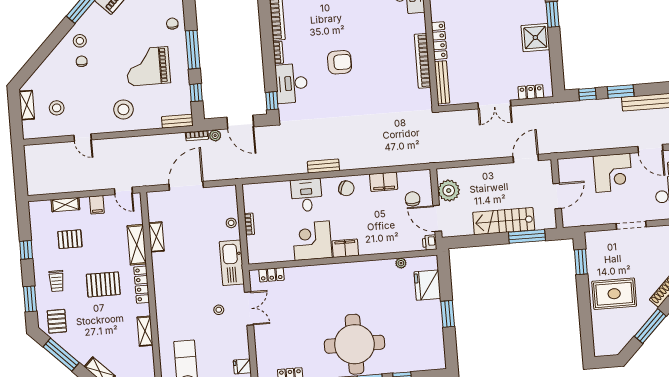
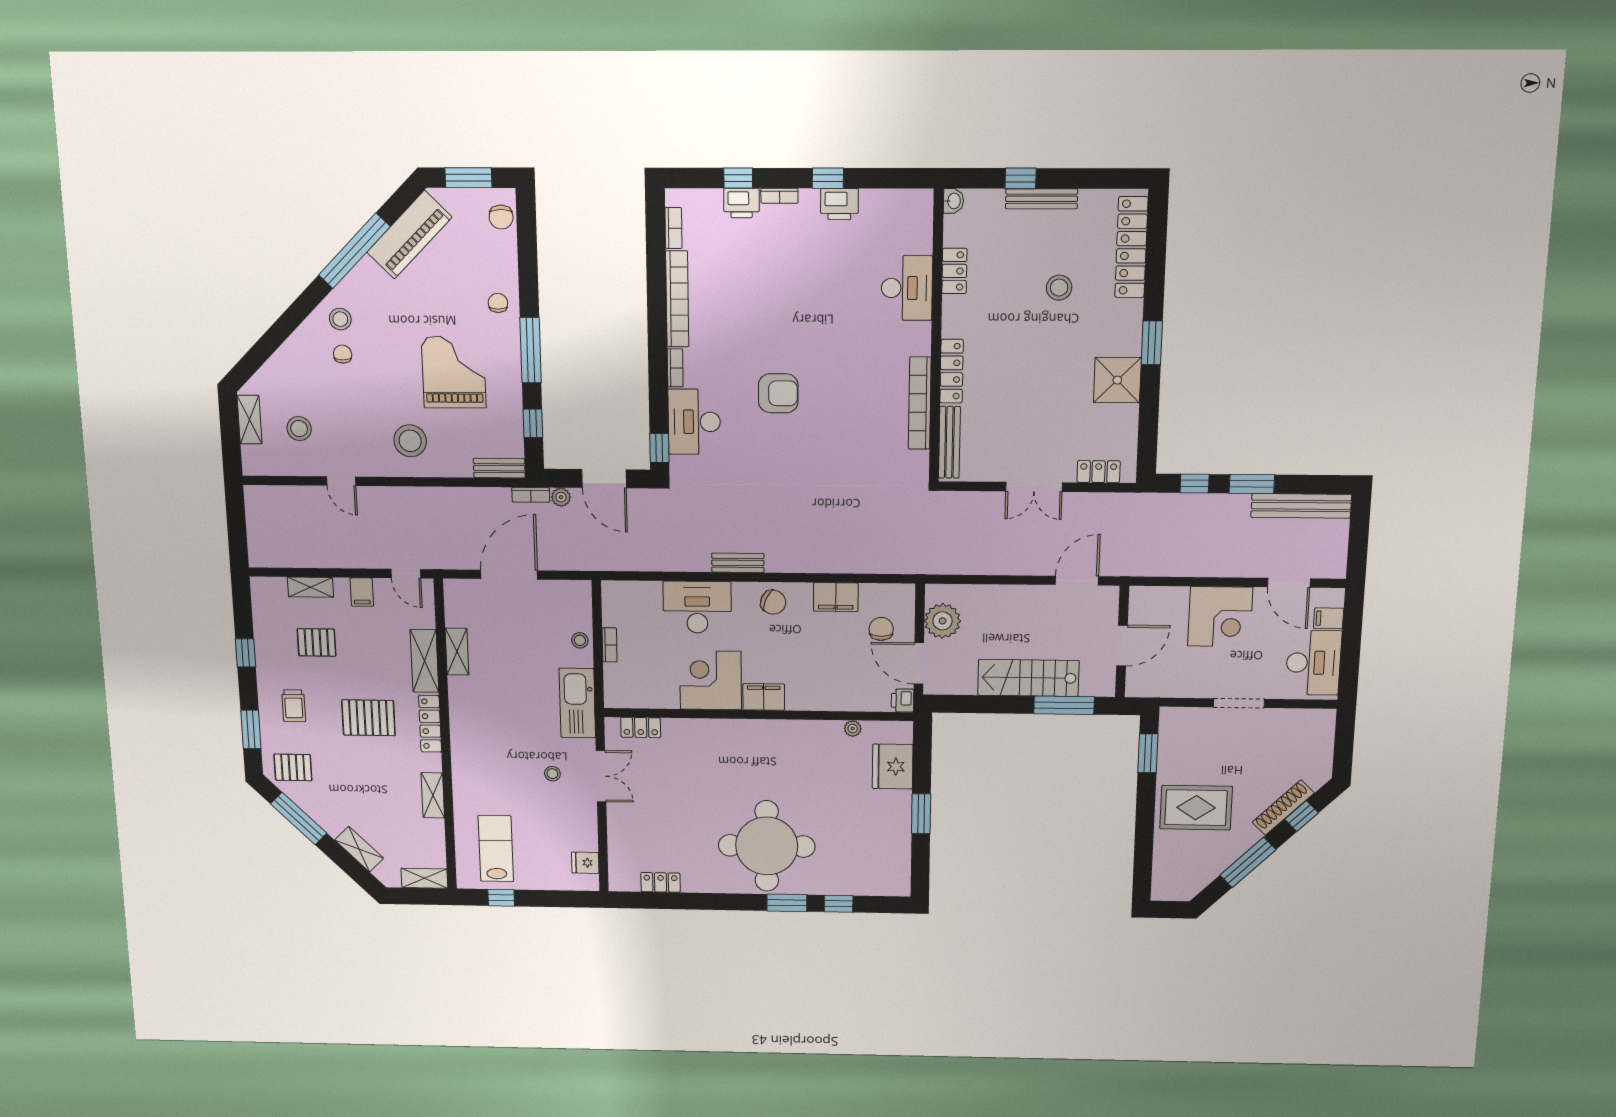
grand piano: (148, 66) -> (454, 372), turned 90
desk: (307, 195) -> (697, 607), width x1.37
pallet: (57, 321) -> (293, 767), turned 90

